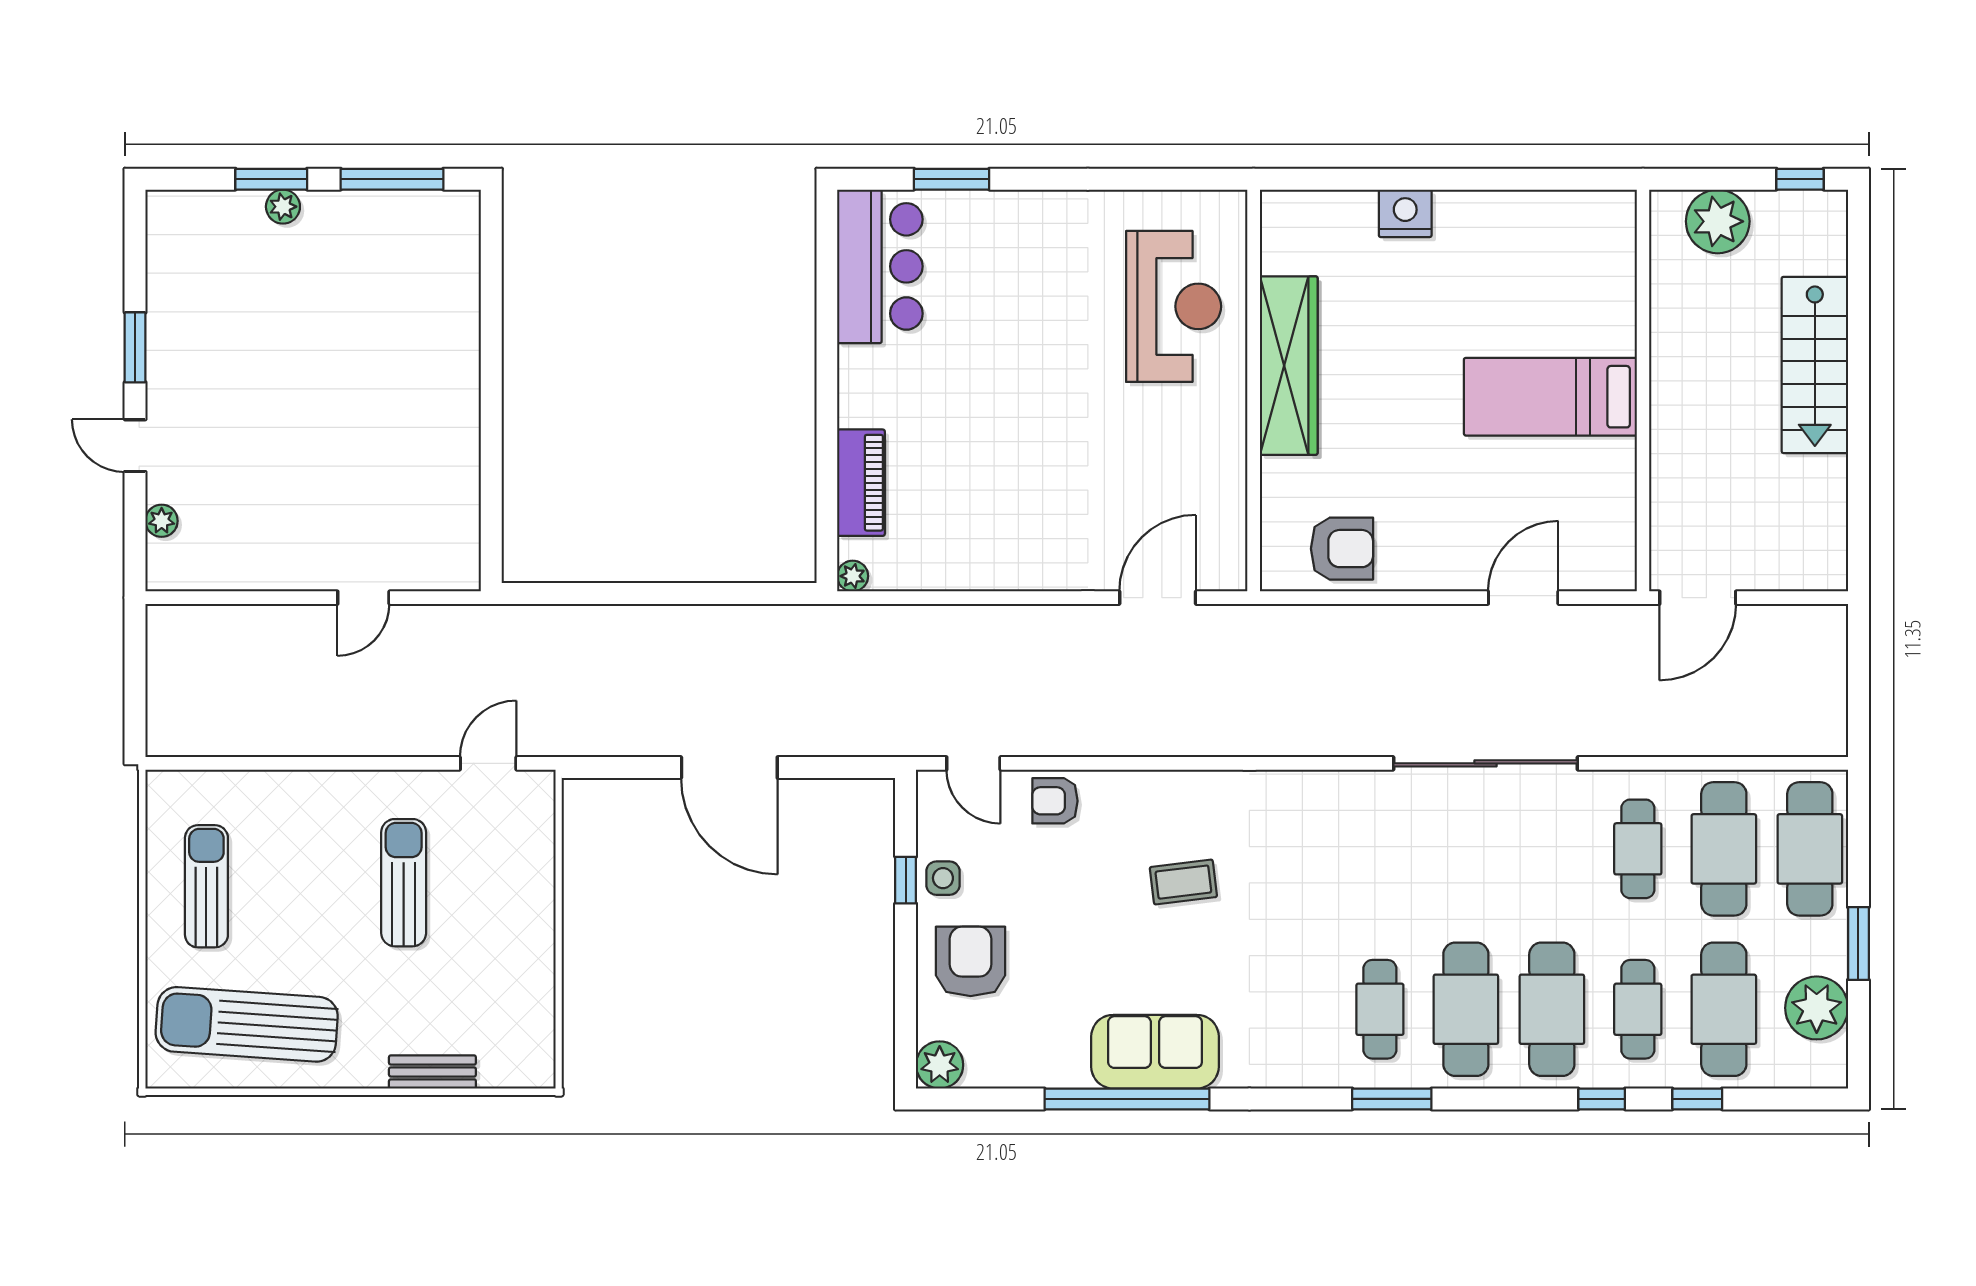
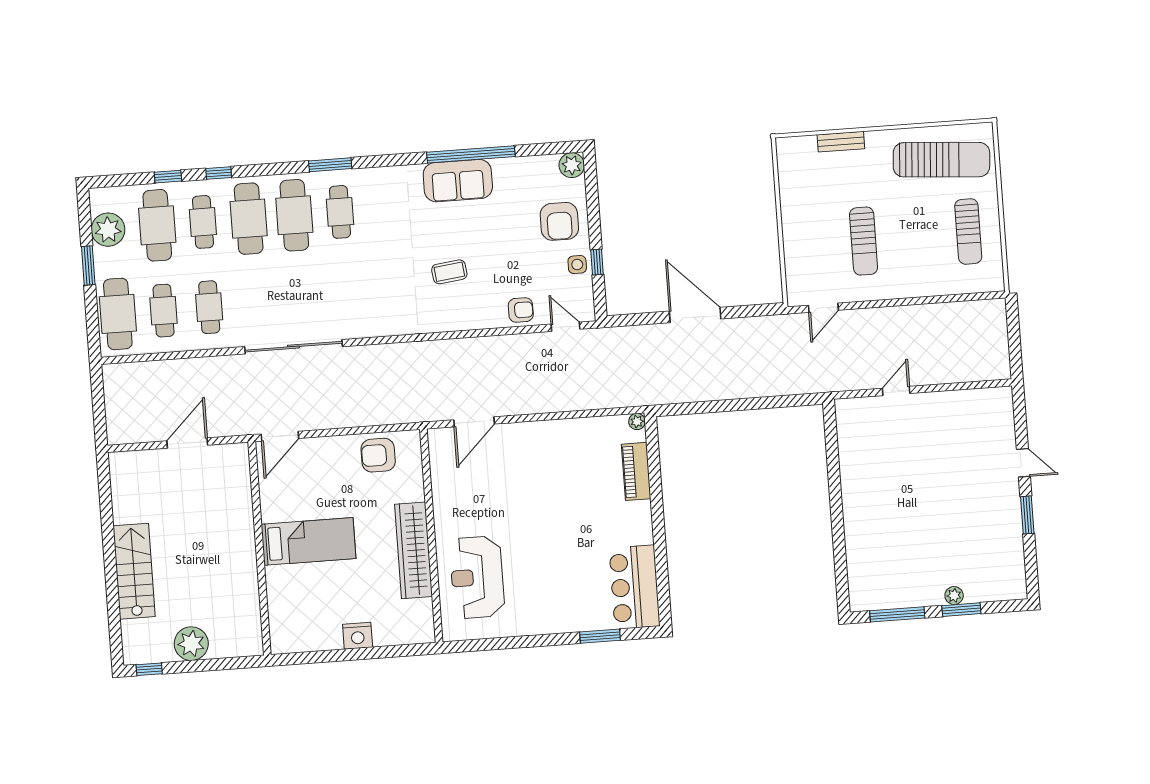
wall: (1643, 391) -> (260, 548), moved
bed: (1550, 397) -> (309, 541), moved
plant: (162, 521) -> (1006, 424), removed
cafe table: (1724, 849) -> (164, 311), width x0.73, depth x0.74

